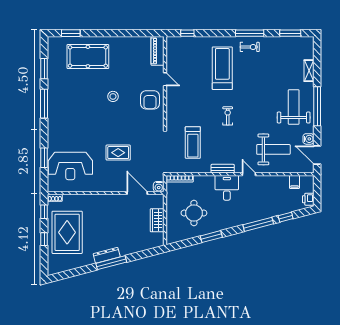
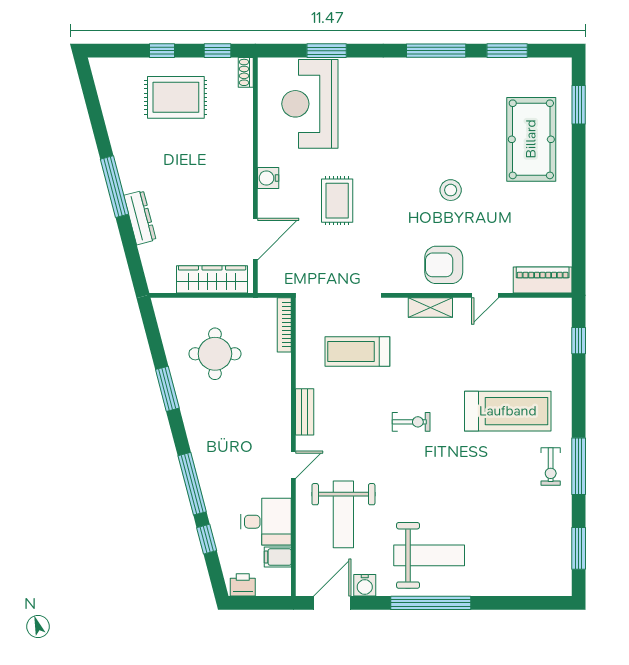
shelving: (309, 71) -> (430, 307), moved
water cooler: (159, 187) -> (268, 178), moved
desk: (227, 188) -> (266, 522), moved
wardrobe: (157, 220) -> (212, 279), width x1.50
rug: (67, 232) -> (176, 97), width x0.73, depth x0.69
dresser: (107, 255) -> (140, 218), moved

